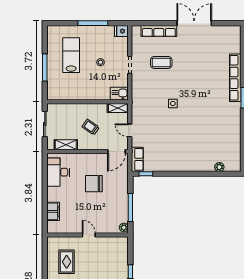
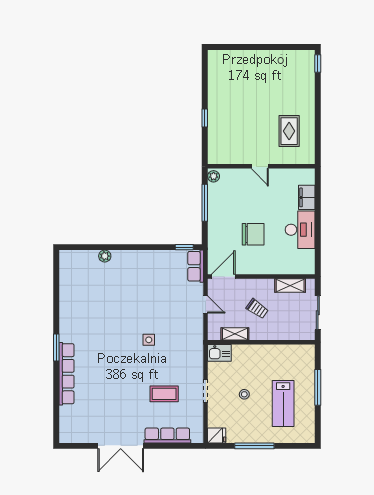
shelving: (118, 108) -> (235, 334), moved
plant: (219, 167) -> (105, 256), moved
desk: (58, 172) -> (300, 230), moved

